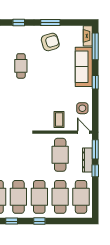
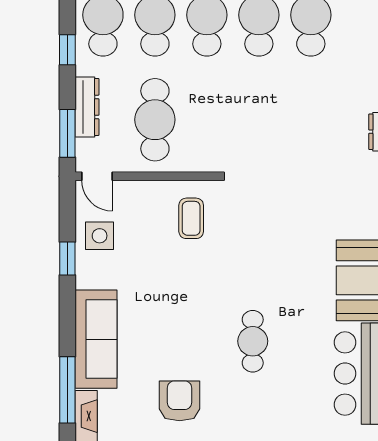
armchair: (50, 42) -> (180, 401), turned 106
window: (95, 82) -> (67, 258), moved
coffee table: (59, 120) -> (191, 218), moved
window: (95, 171) -> (67, 50), moved

